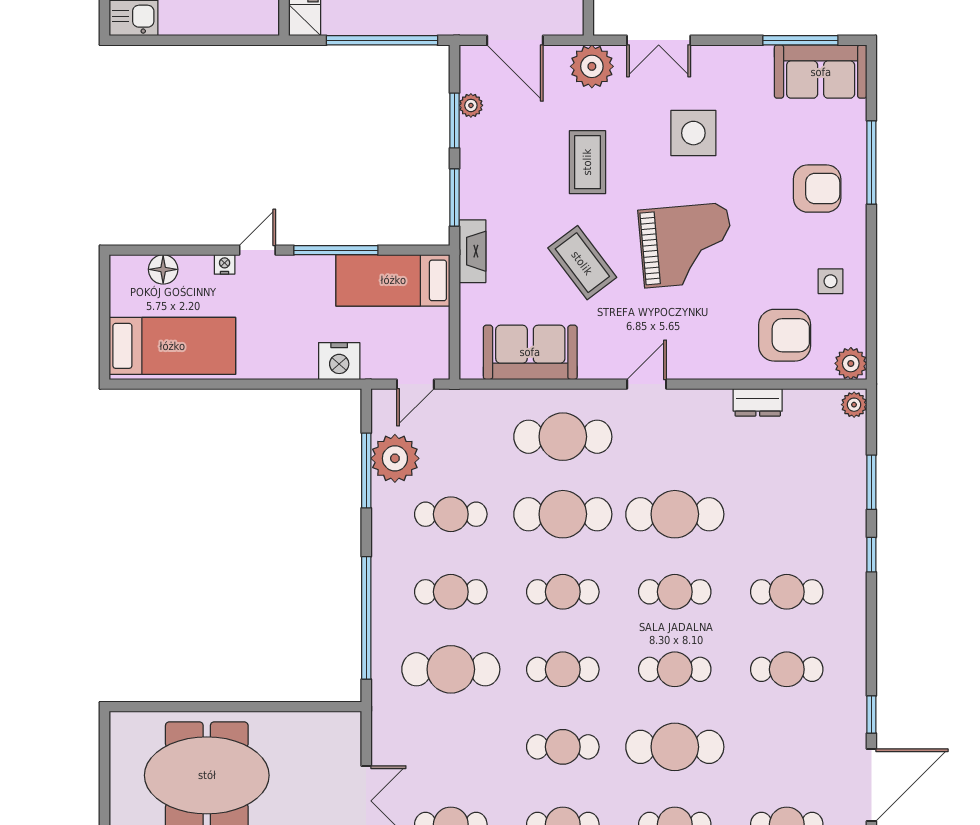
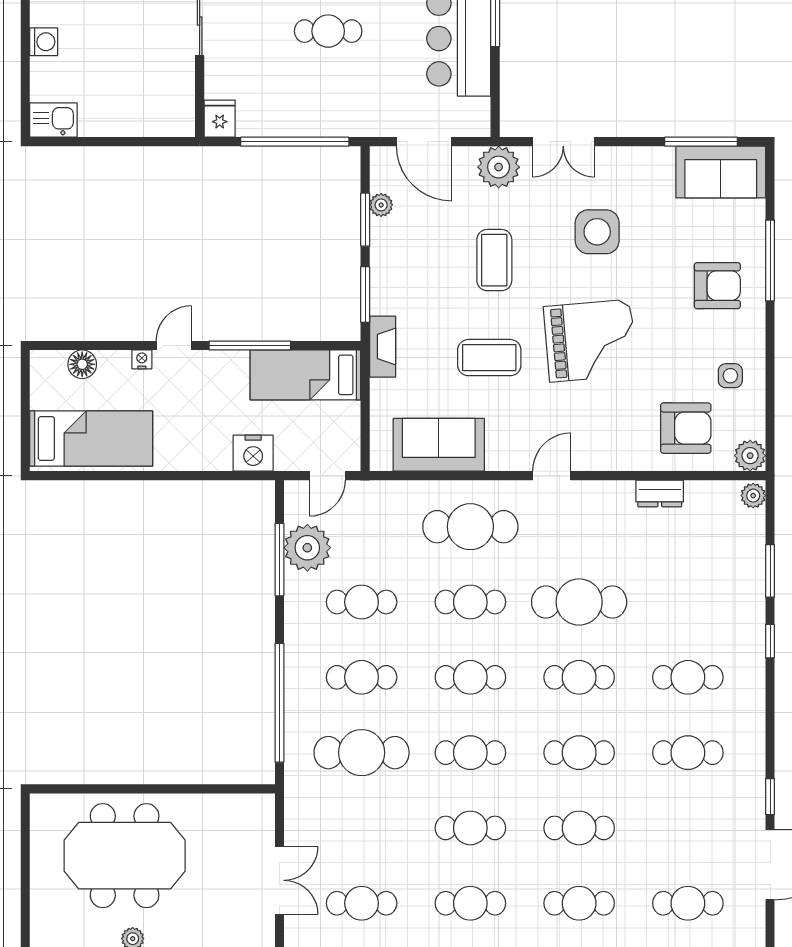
coffee table: (582, 263) -> (489, 358), turned -53
cafe table: (563, 514) -> (470, 602), width x0.73, depth x0.74
cafe table: (675, 747) -> (579, 828), width x0.73, depth x0.74

